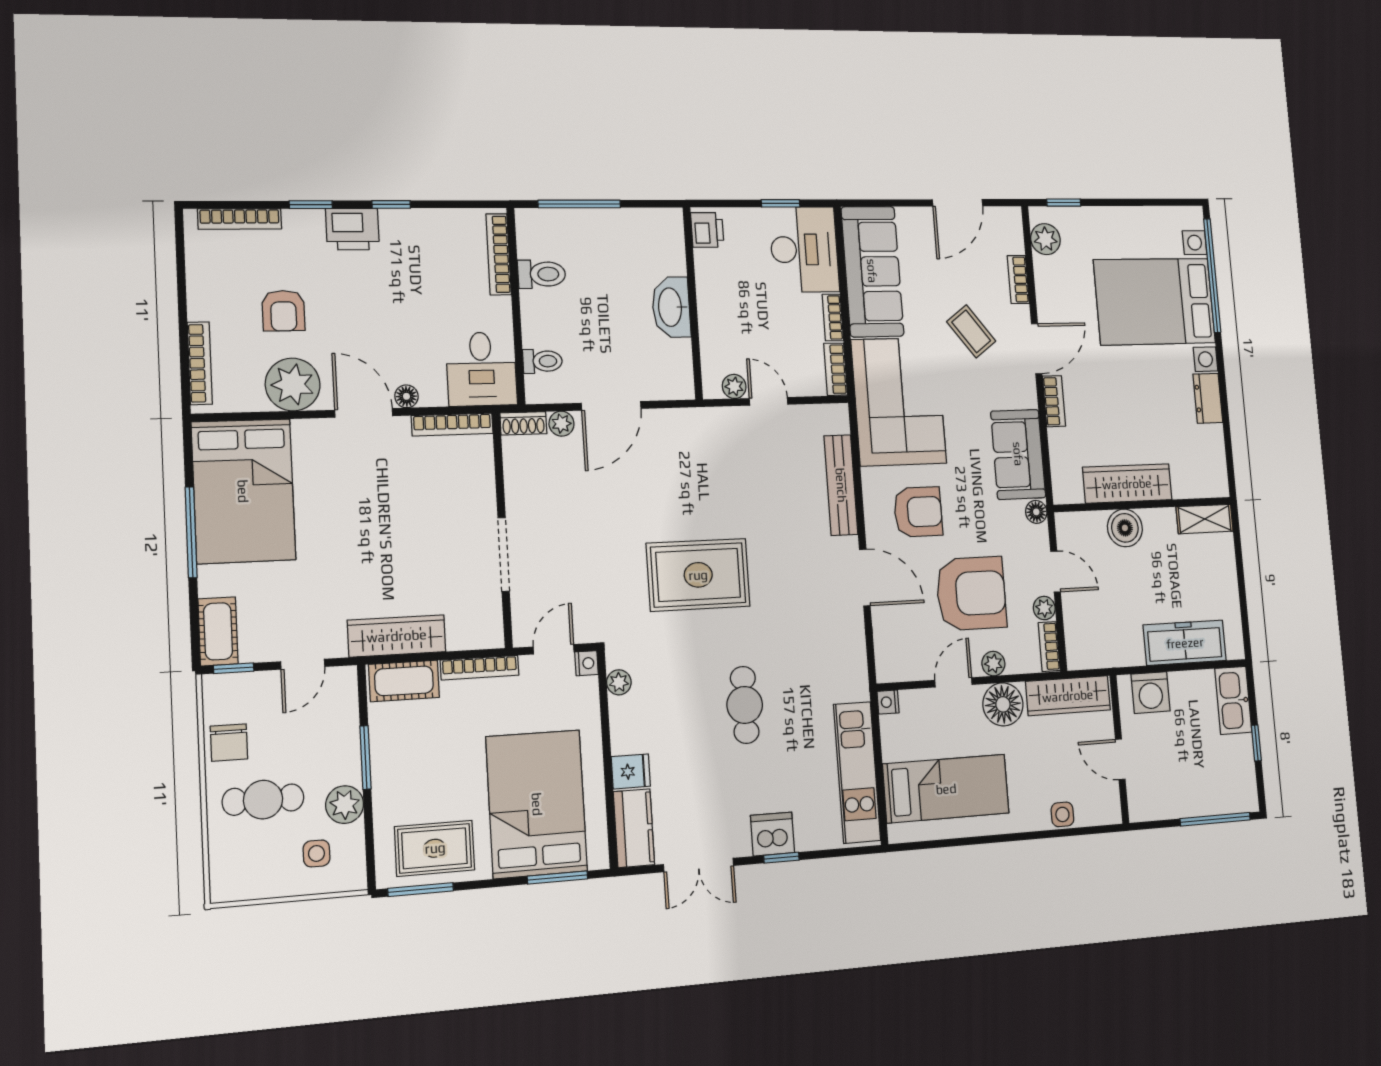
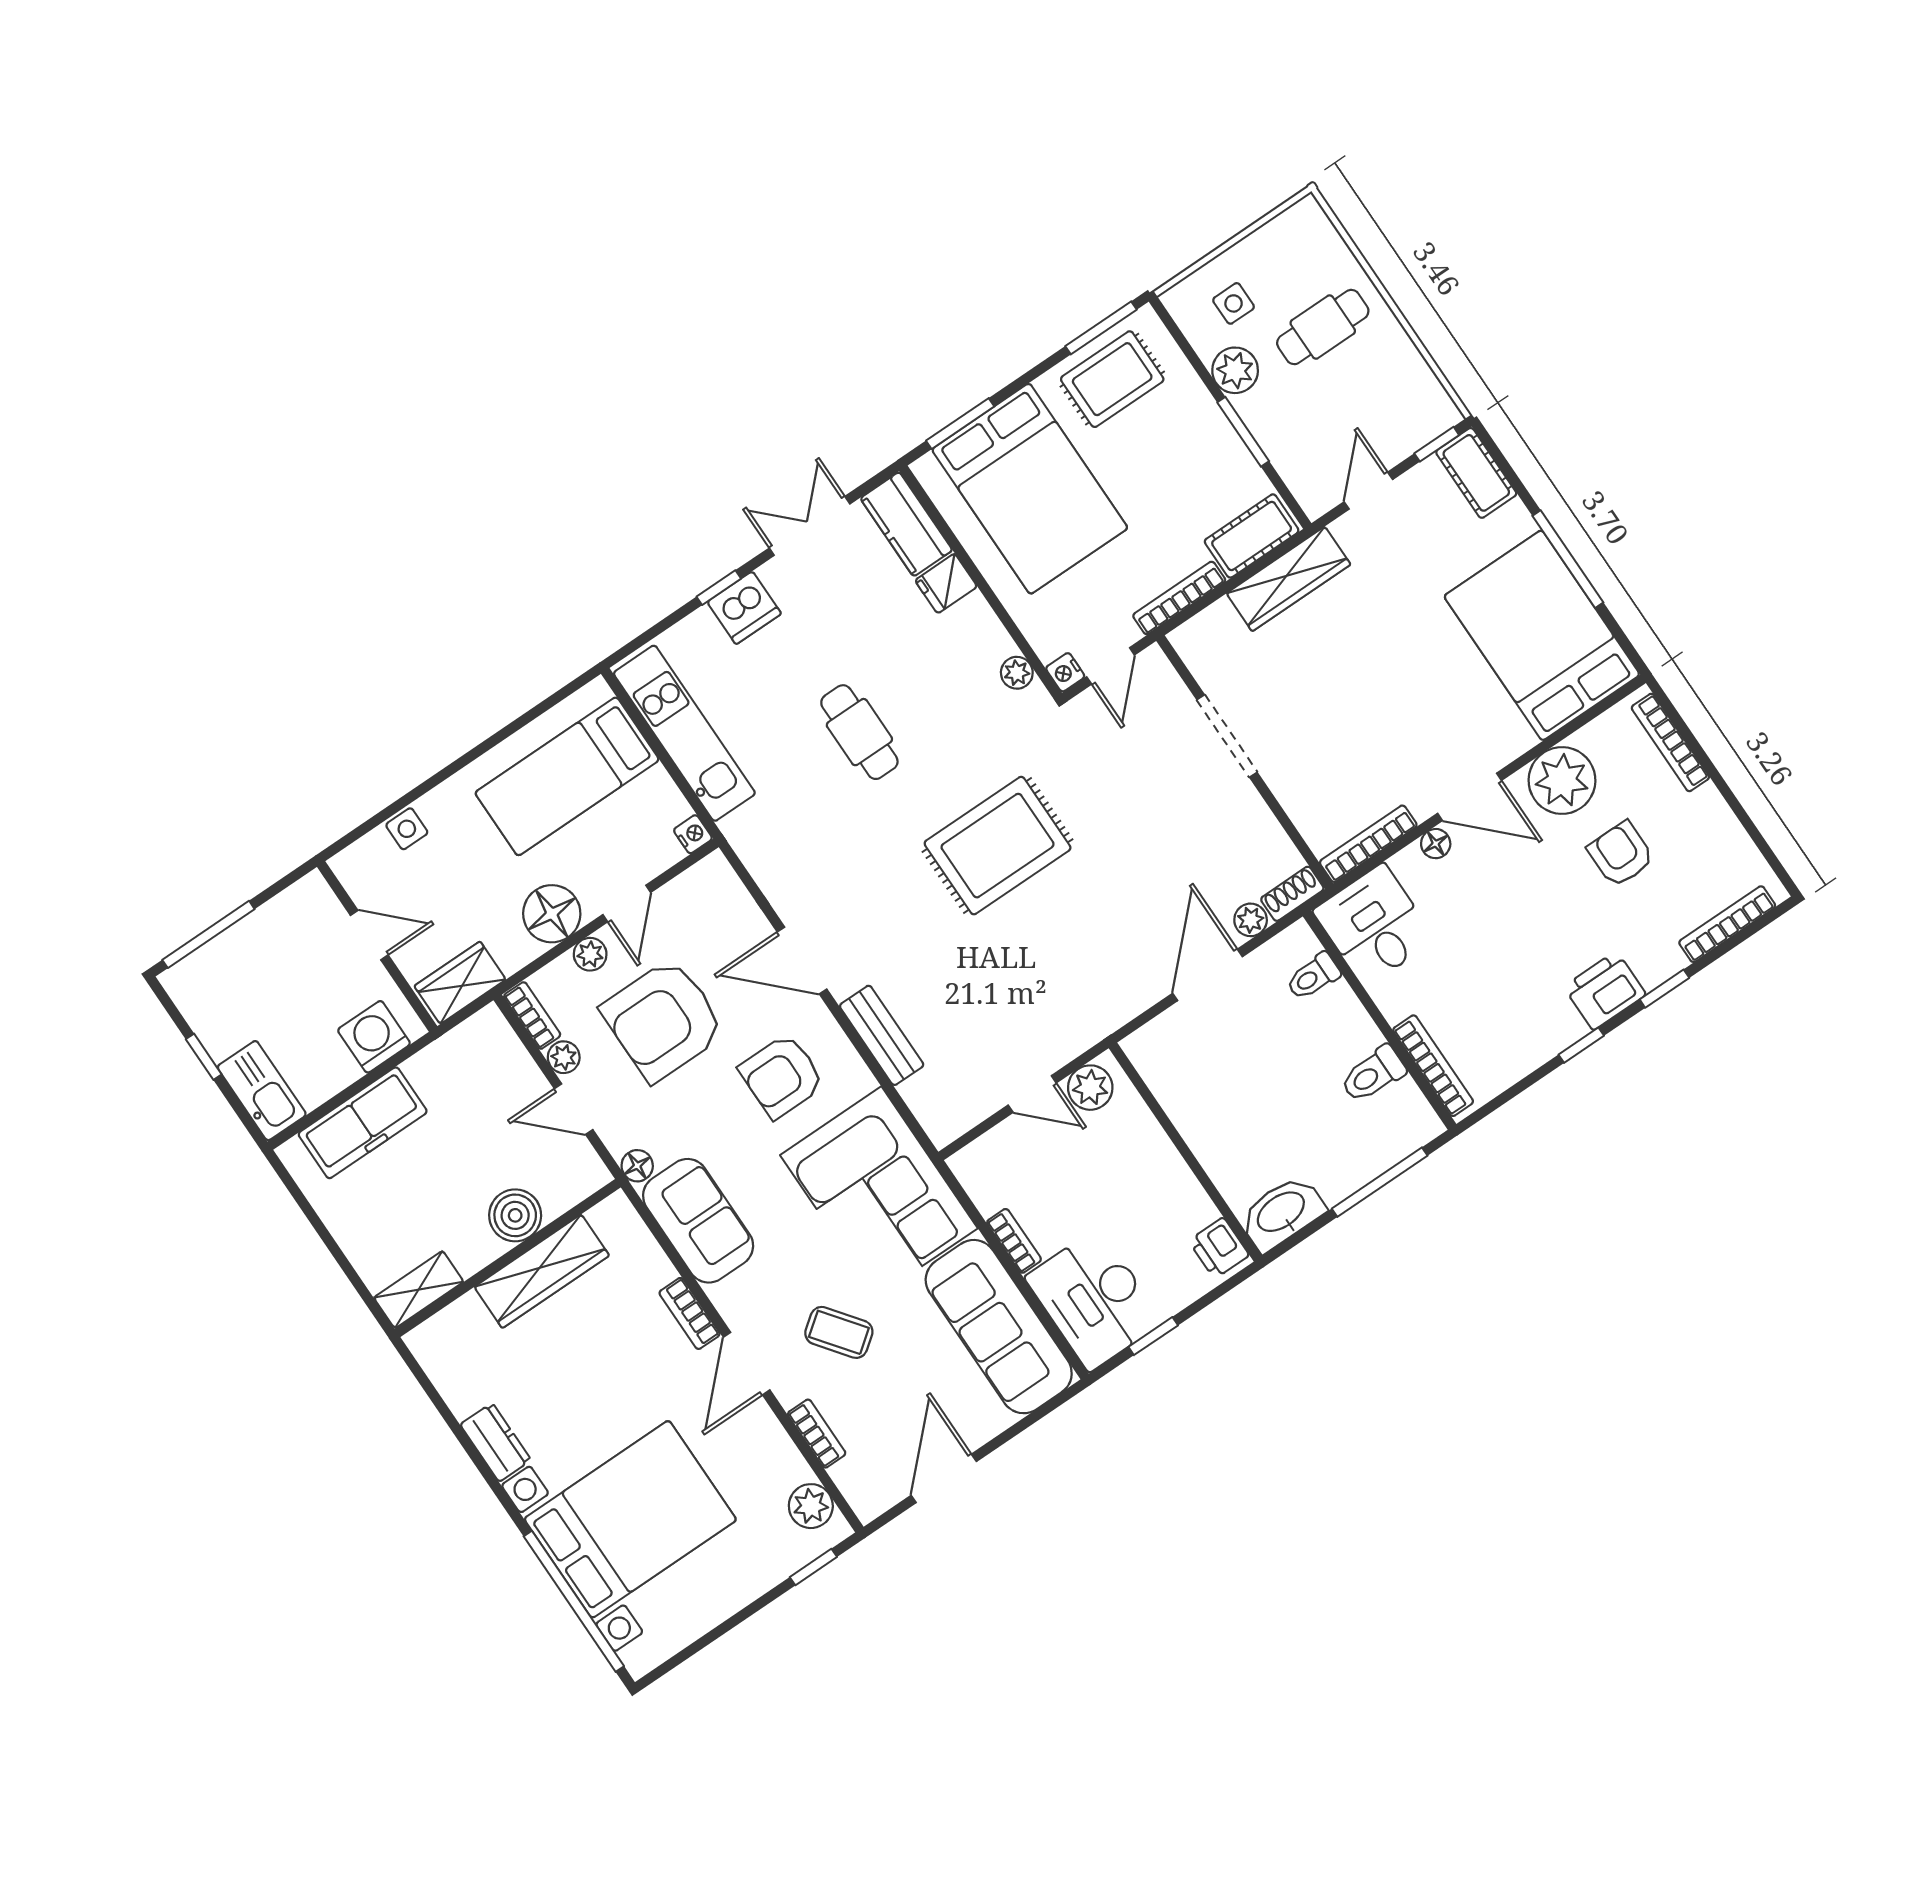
washbasin: (671, 307) -> (1282, 1213), moved, turned -90
bookcase: (836, 369) -> (976, 1182), removed
plant: (734, 386) -> (1090, 1088), width x1.38, depth x1.38
bench: (841, 485) -> (882, 1035), width x0.73
wardrobe: (1068, 696) -> (460, 983), width x0.67
chair: (229, 743) -> (1394, 365), removed

